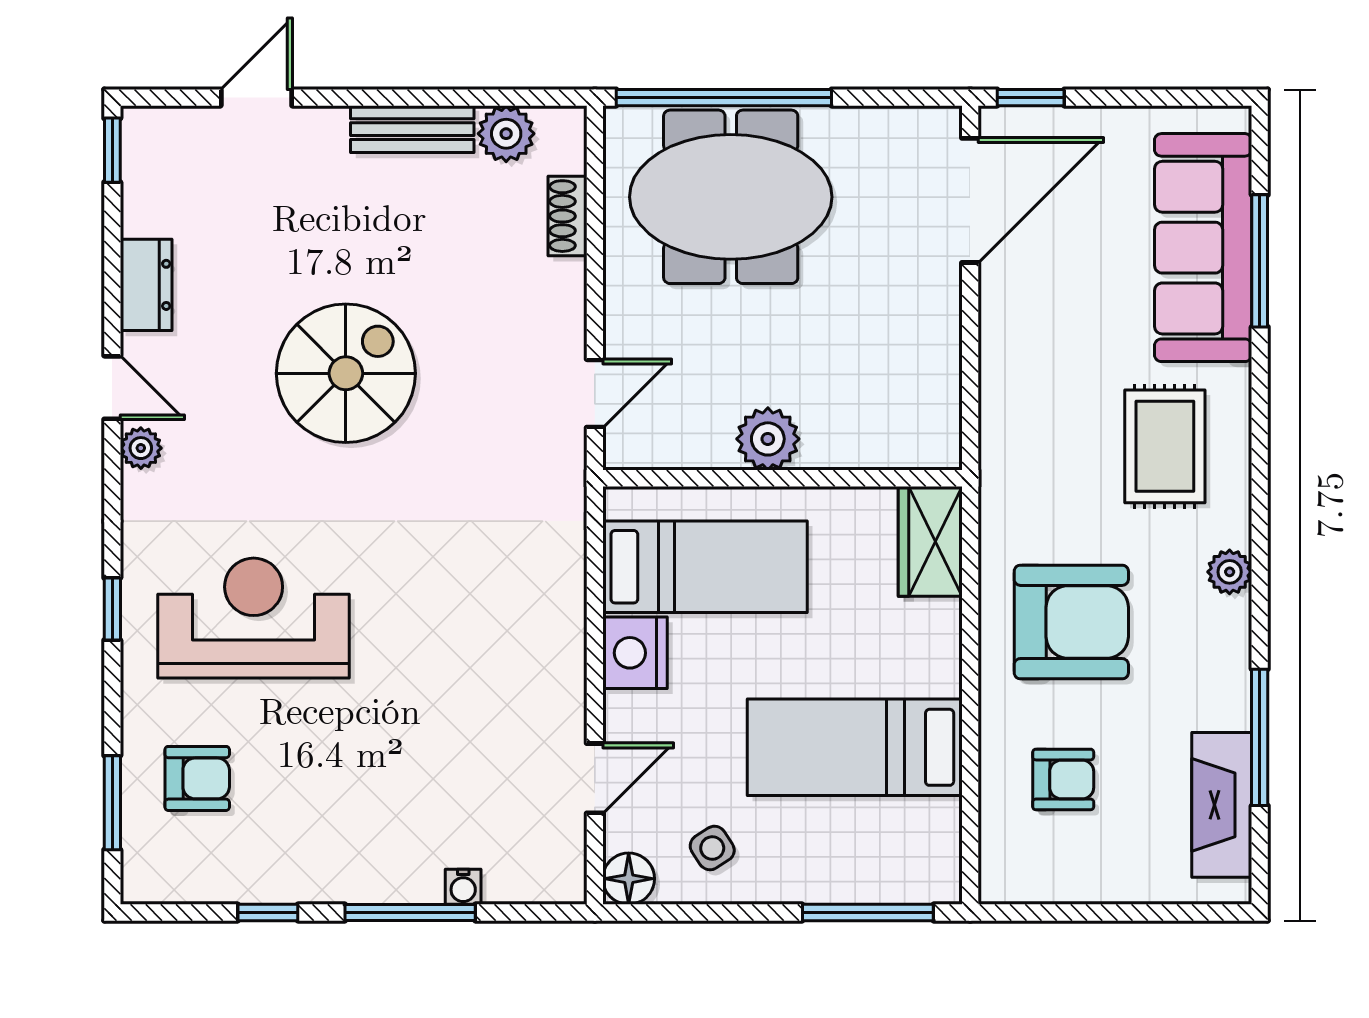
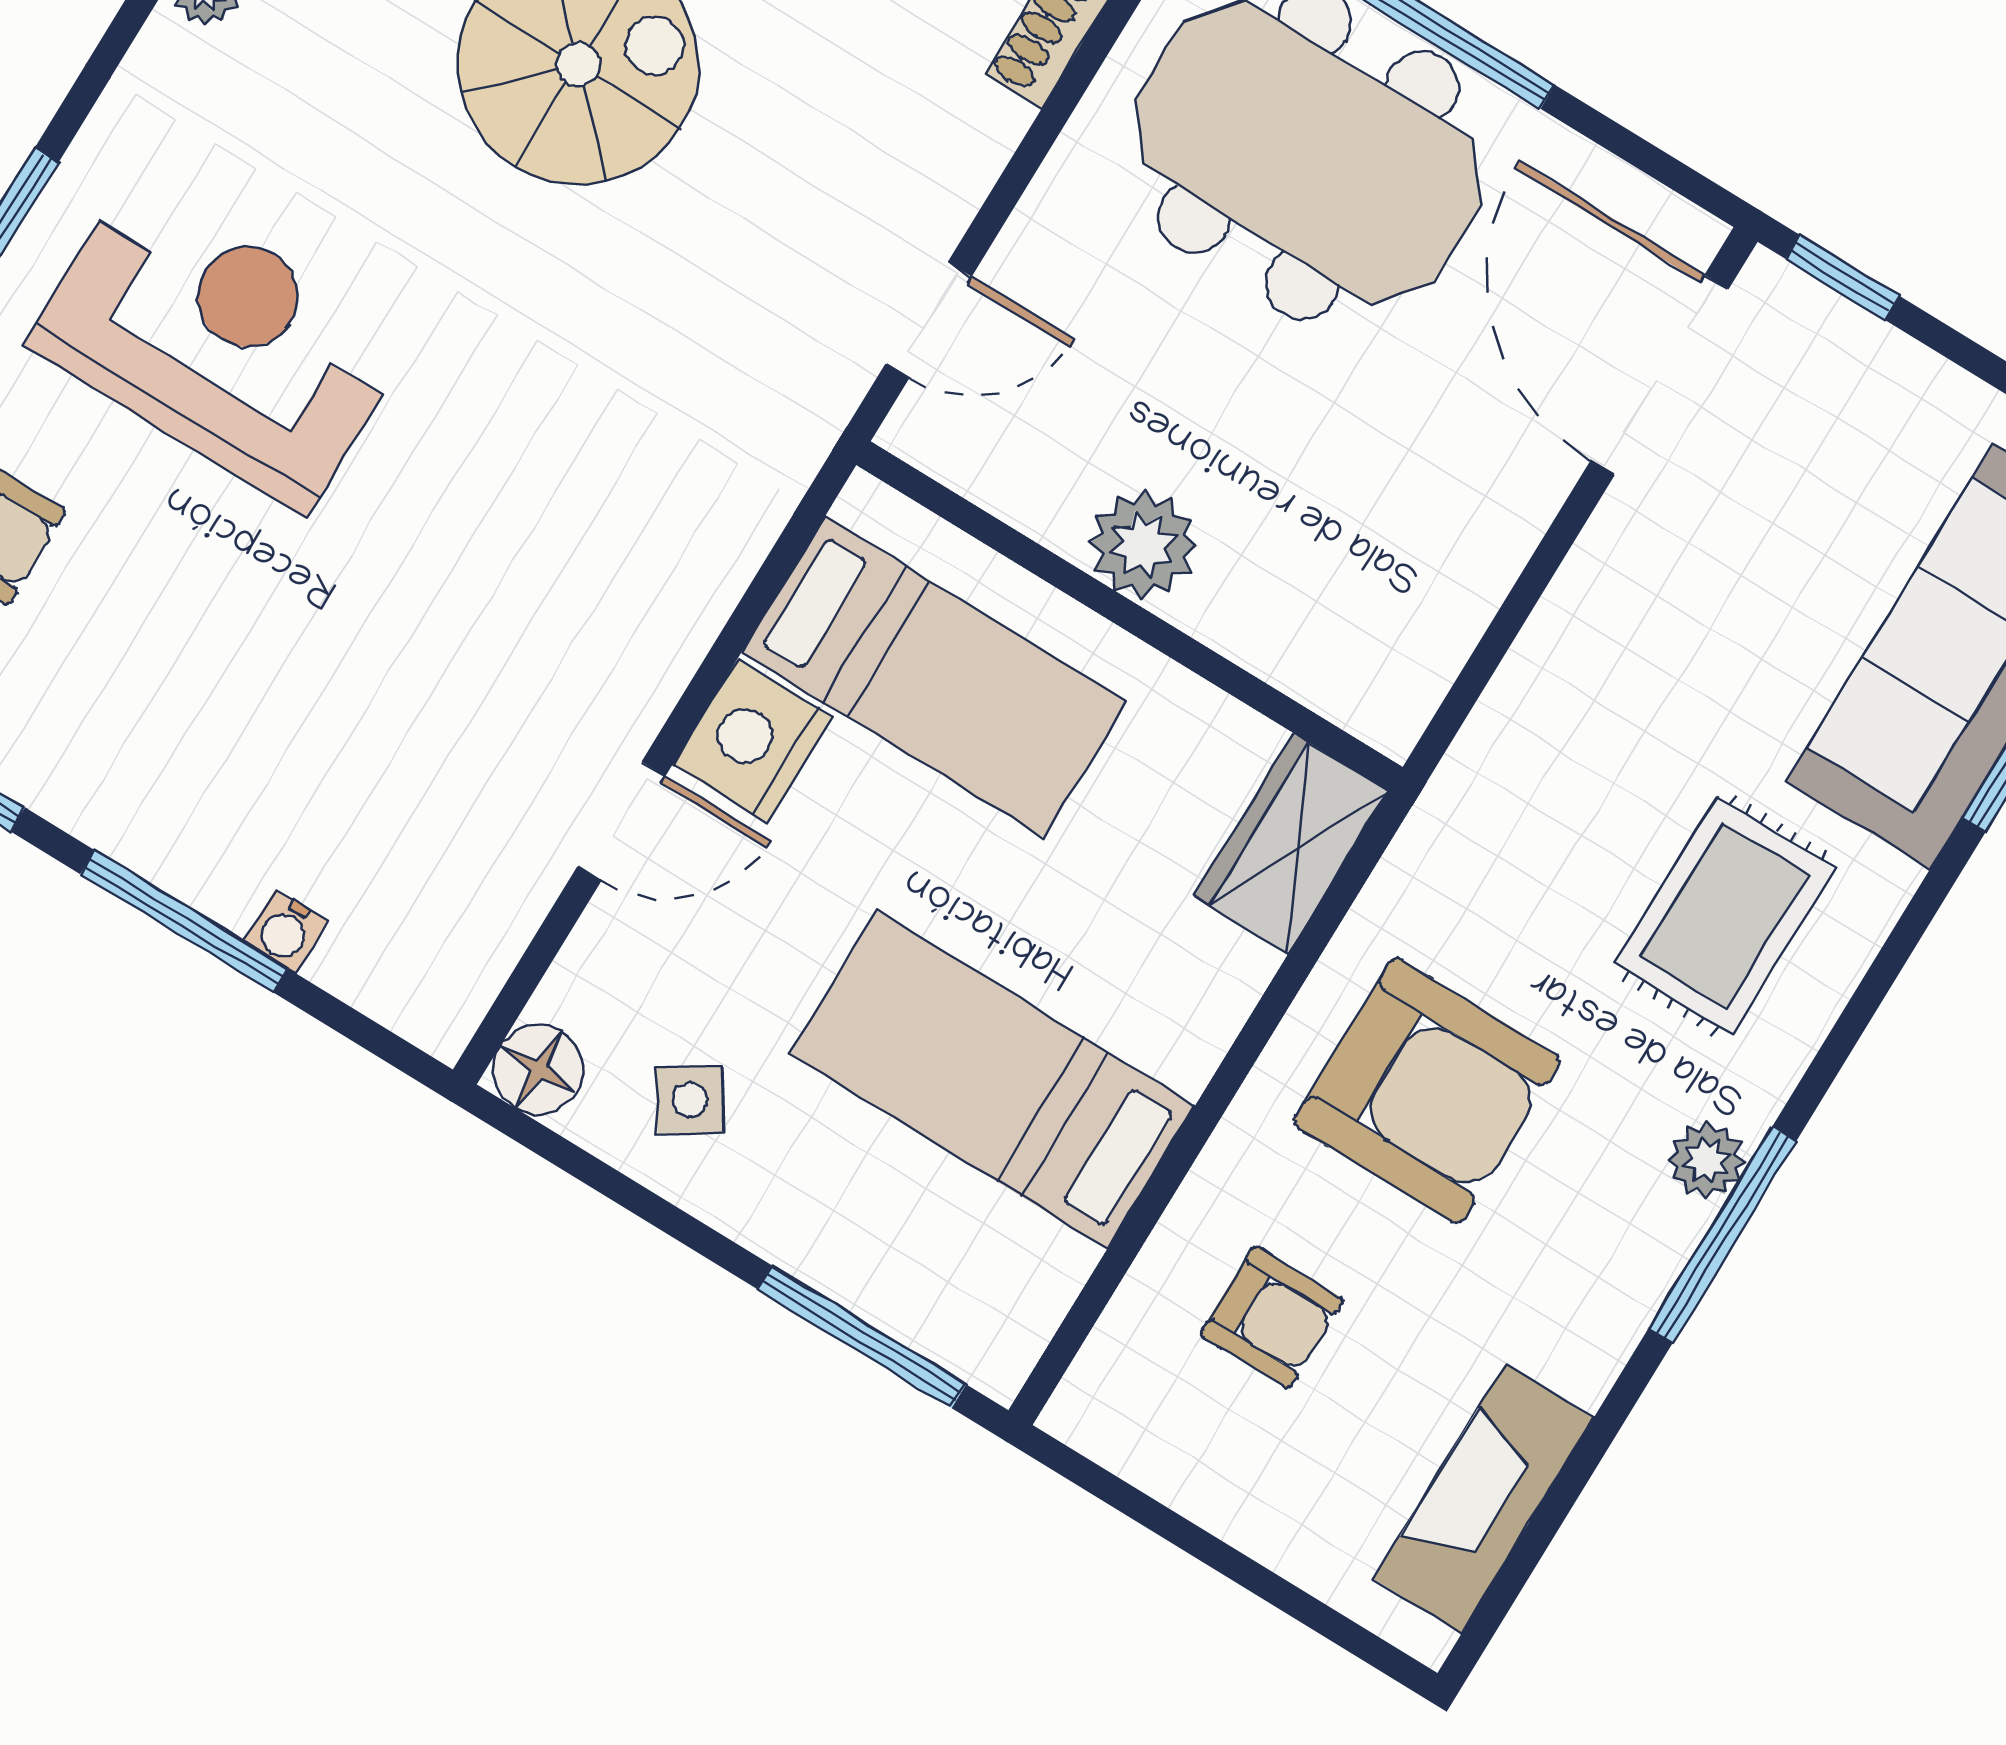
door: (970, 200) -> (1660, 375), swing flipped
window: (1260, 737) -> (1722, 1235), moved
door: (595, 778) -> (621, 821), moved

